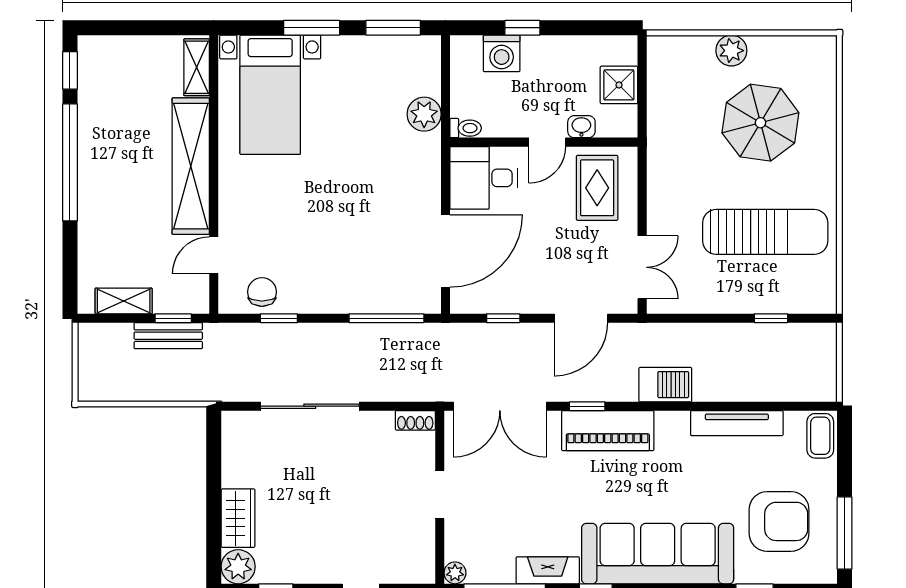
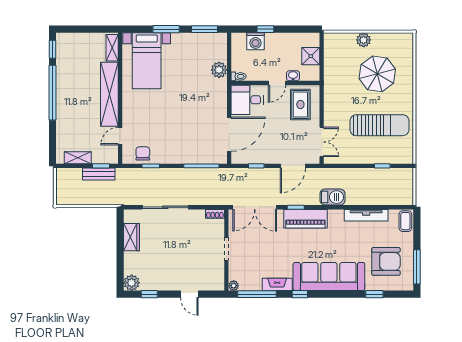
wardrobe: (238, 518) -> (132, 237), moved

